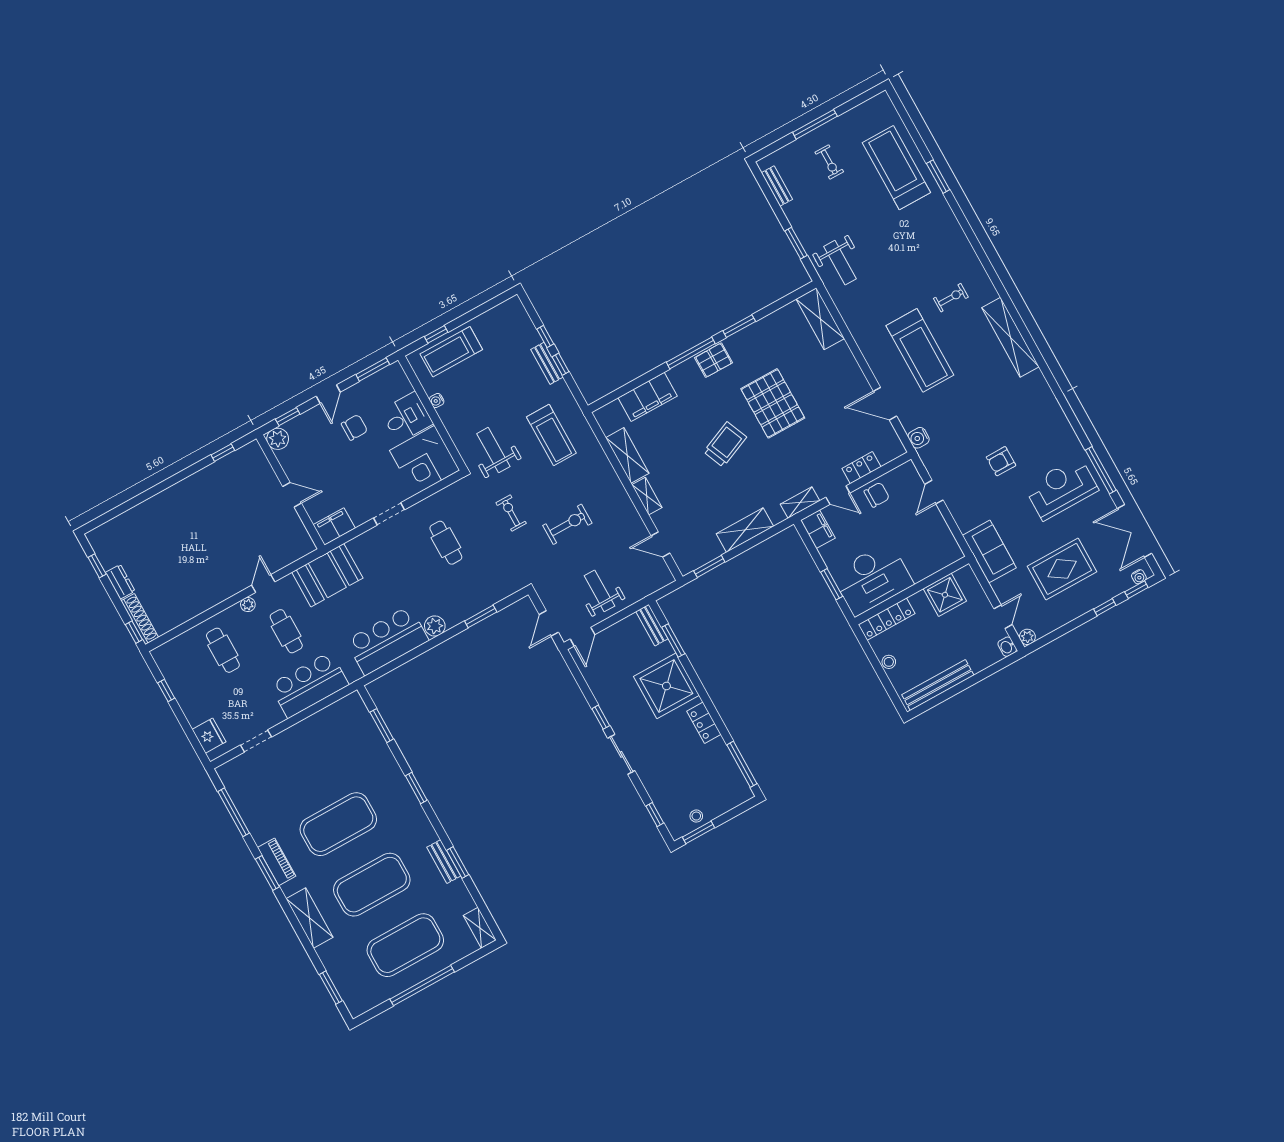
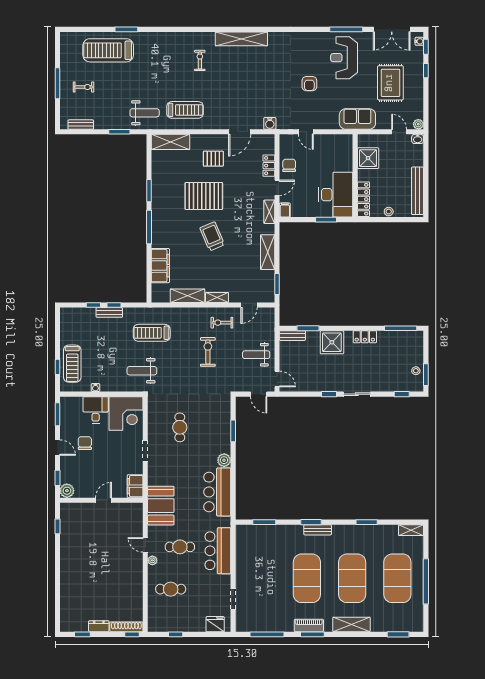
treadmill: (920, 350) -> (185, 110), moved, width x0.73, depth x0.73
pallet: (714, 360) -> (213, 159), moved, turned 90
treadmill: (551, 435) -> (152, 333), turned 180
exercise bike: (511, 513) -> (222, 323), moved
filing cabinet: (818, 529) -> (285, 210), width x0.50
cafe table: (446, 543) -> (180, 427), turned 90
shower: (666, 686) -> (332, 342), width x0.73, depth x0.73
bench: (444, 862) -> (318, 530), moved

